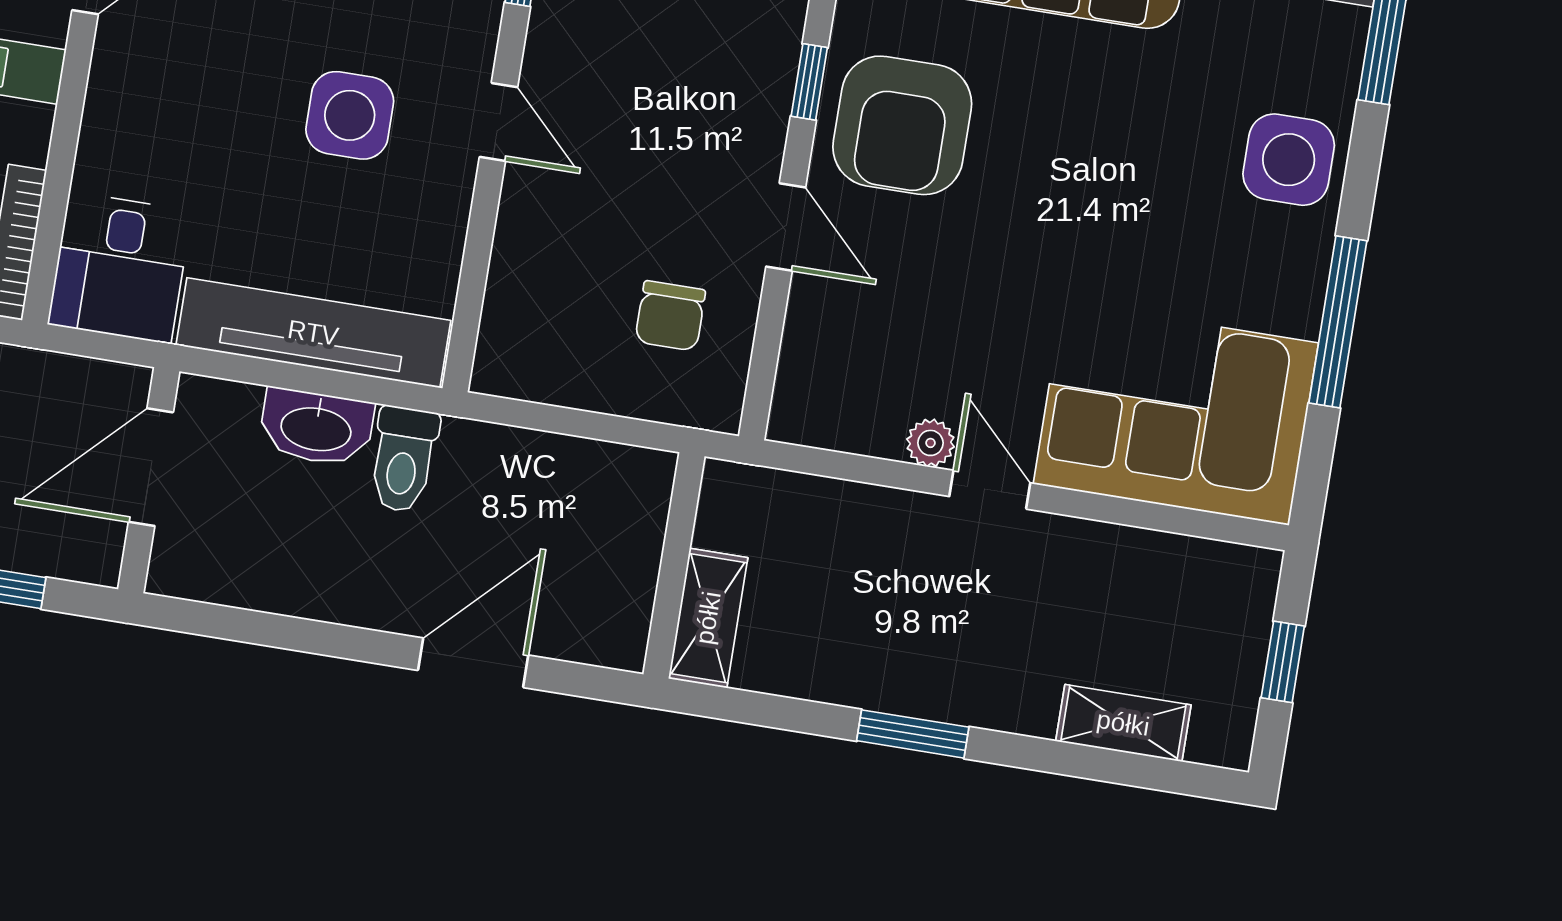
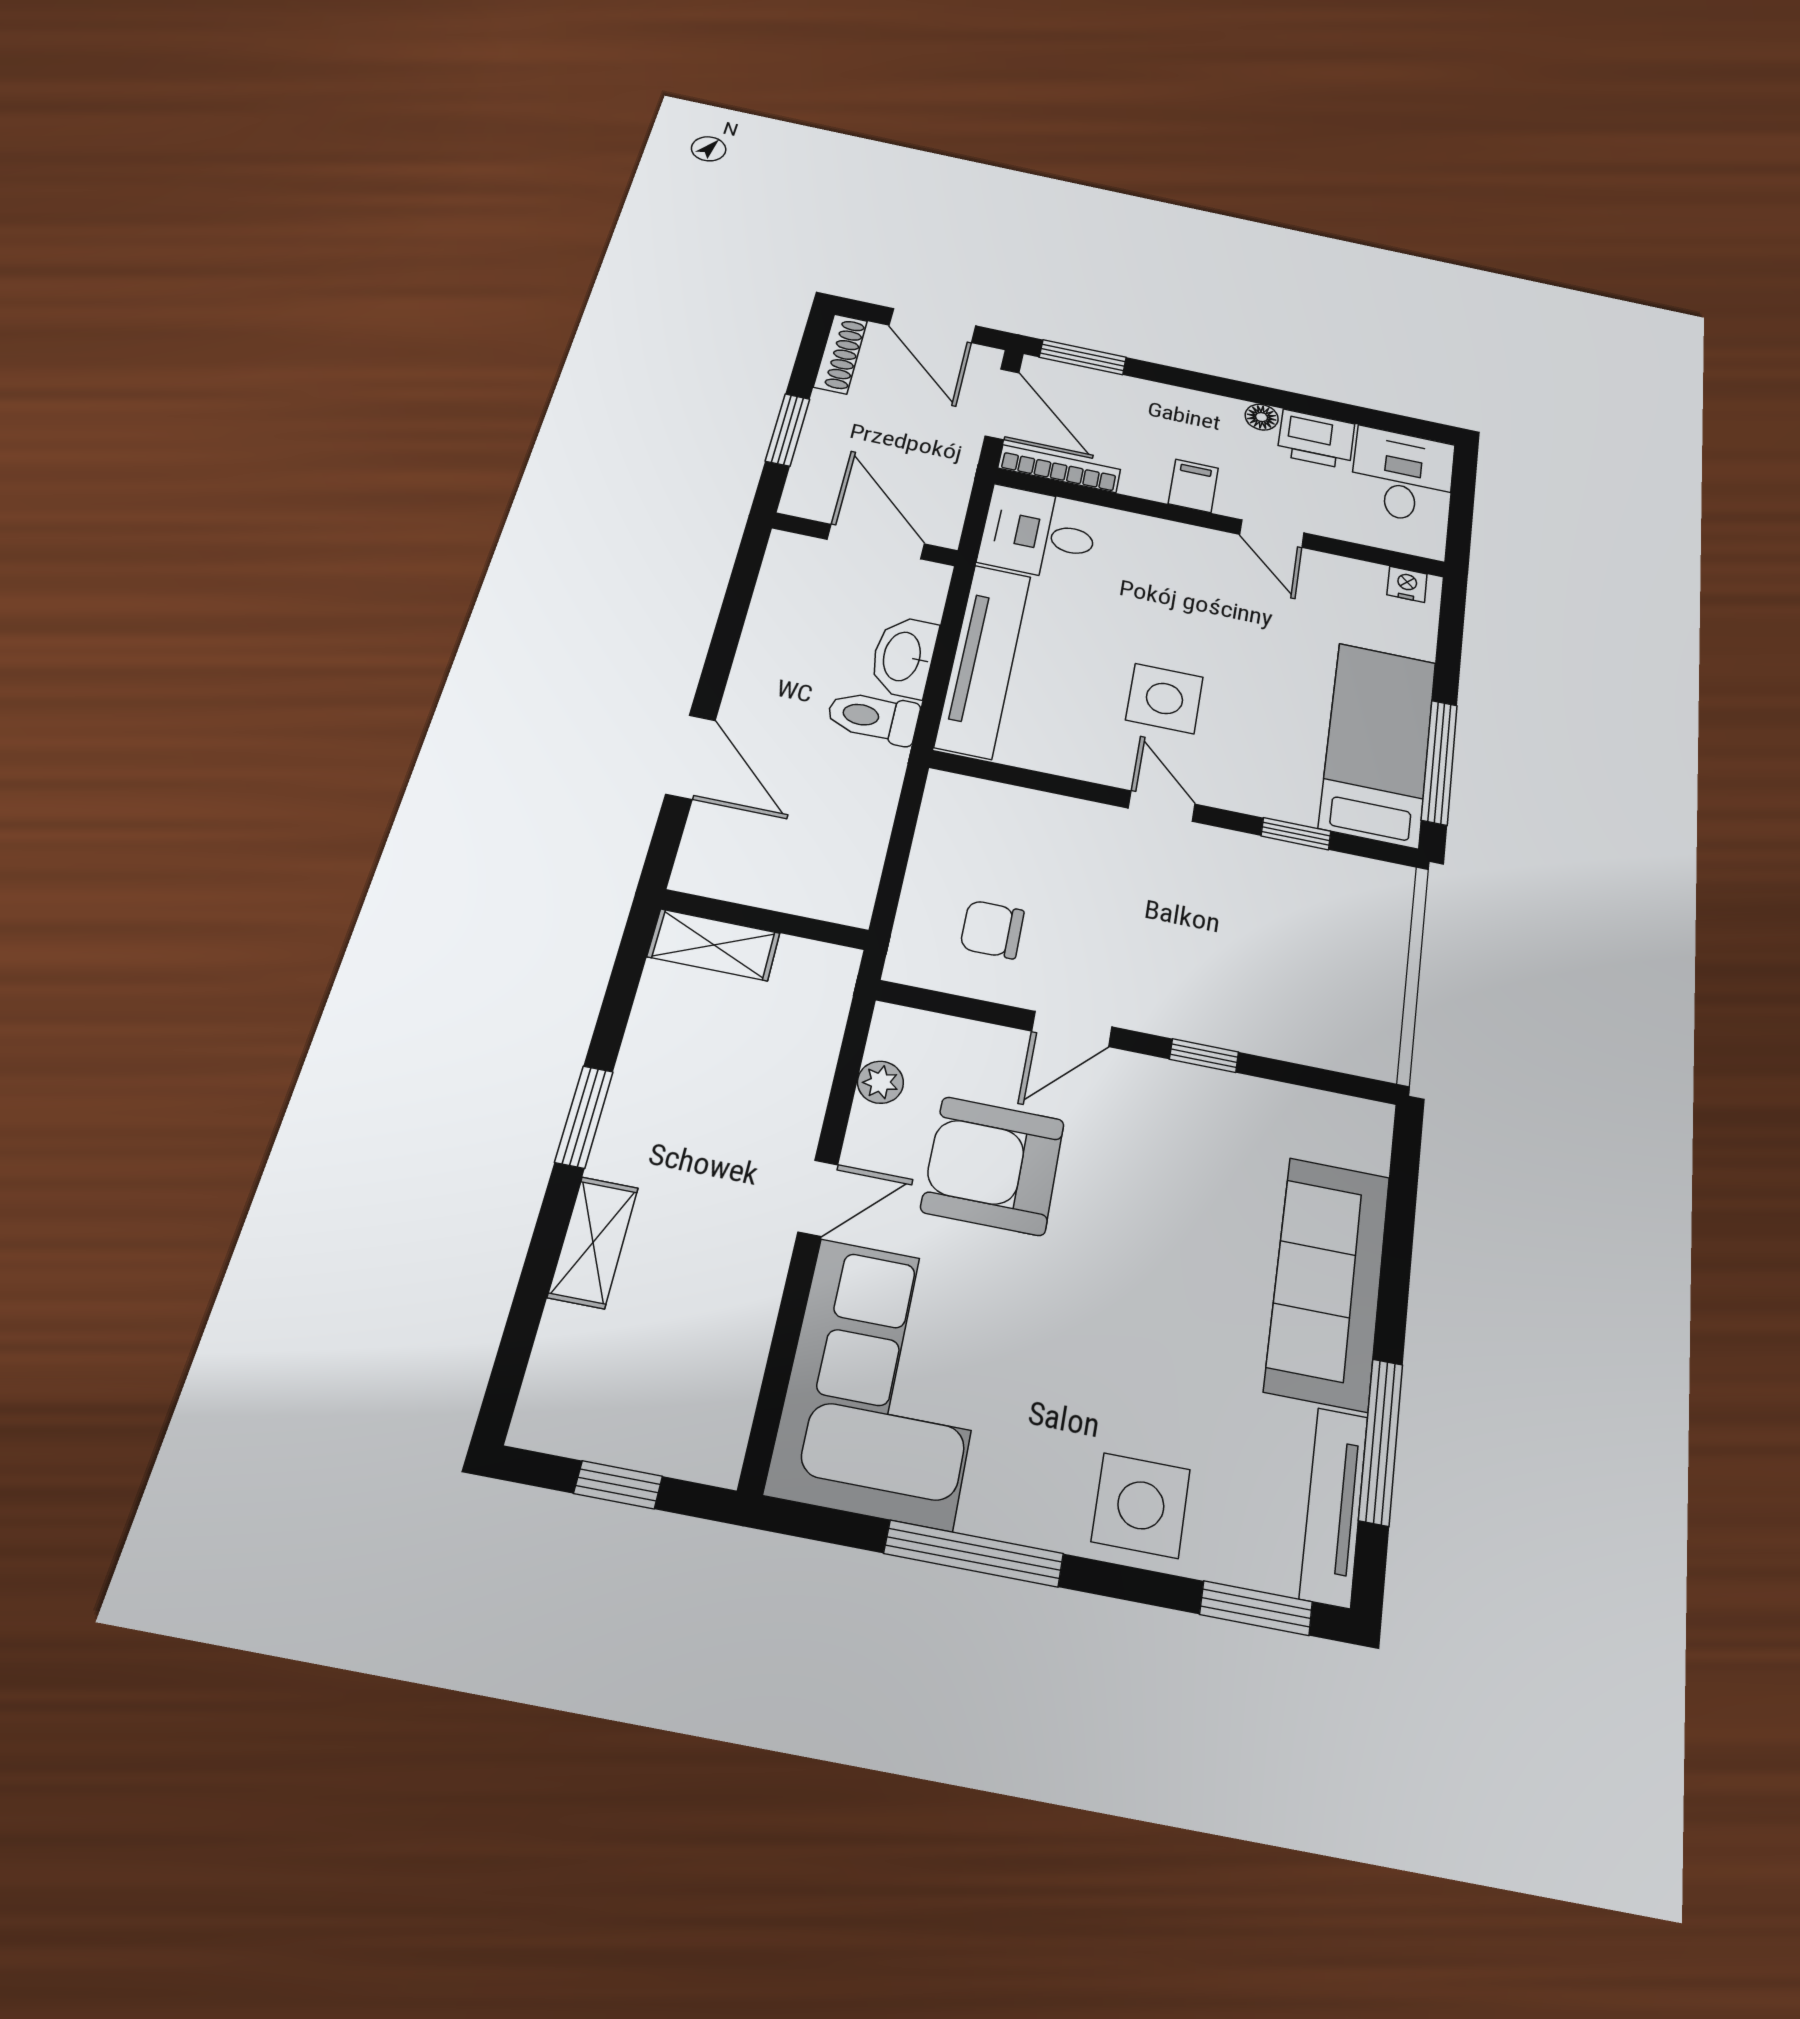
door: (498, 122) -> (1162, 806), swing flipped
armchair: (902, 125) -> (993, 1166), moved
plant: (930, 443) -> (880, 1082), moved
shelving: (1123, 723) -> (593, 1242), moved

